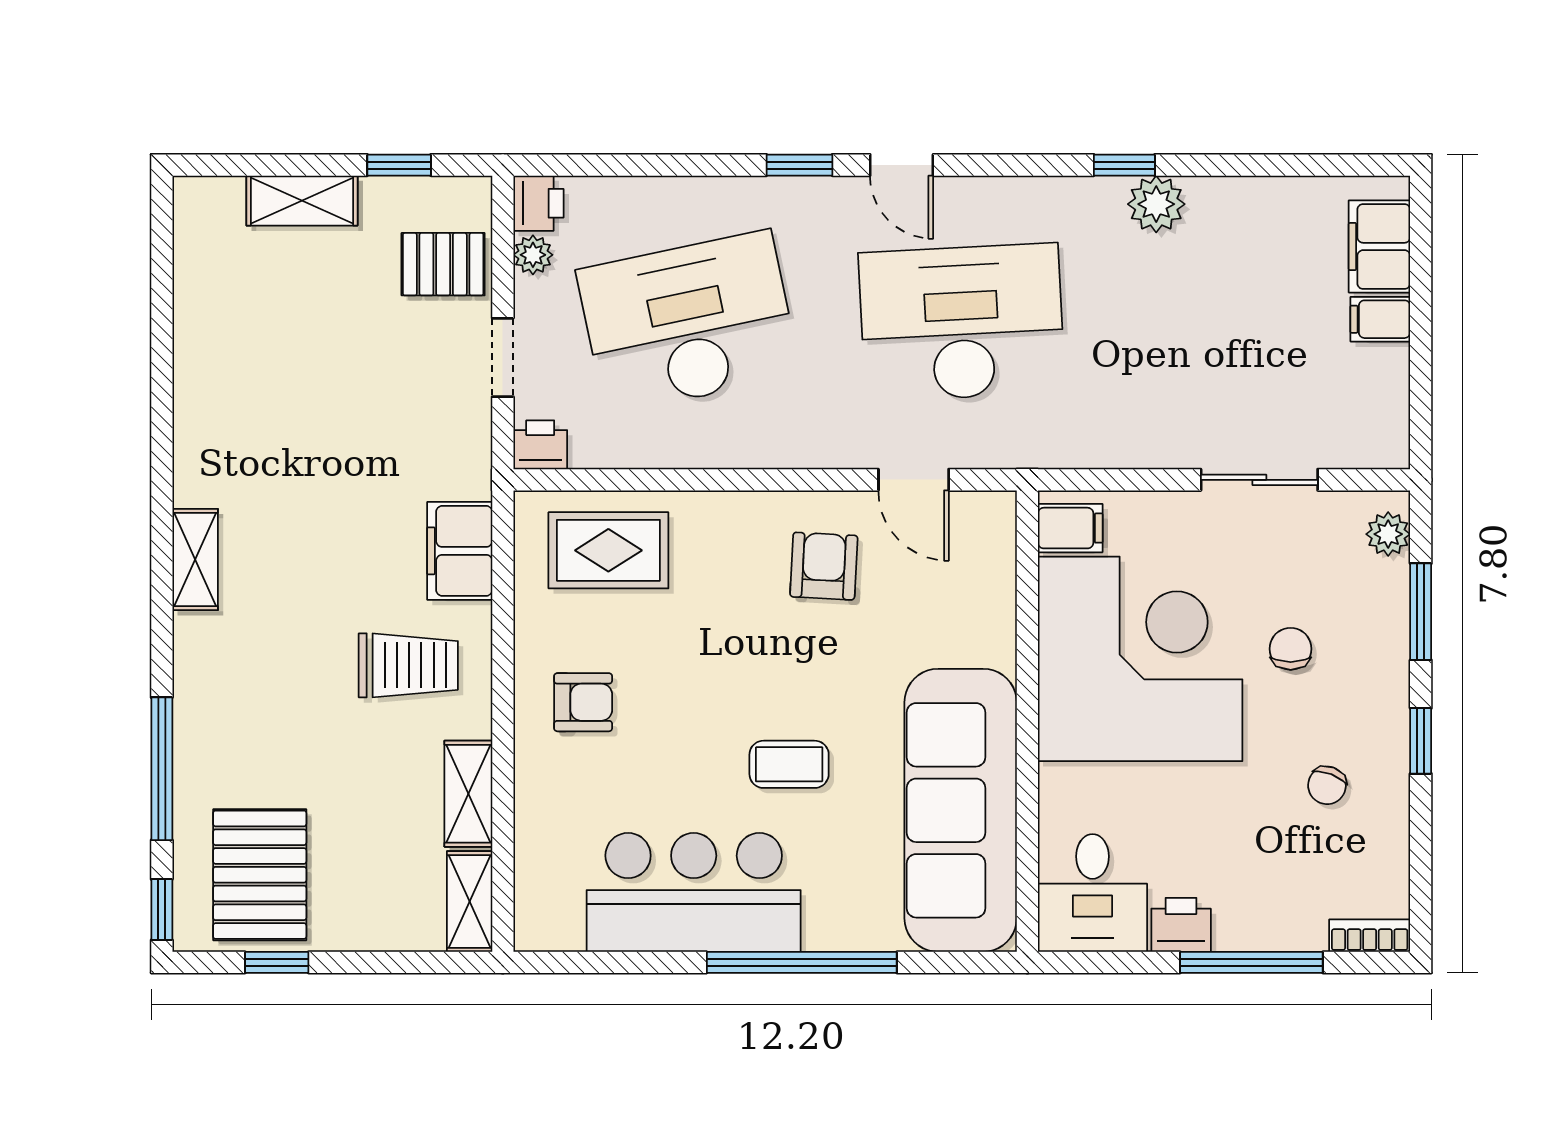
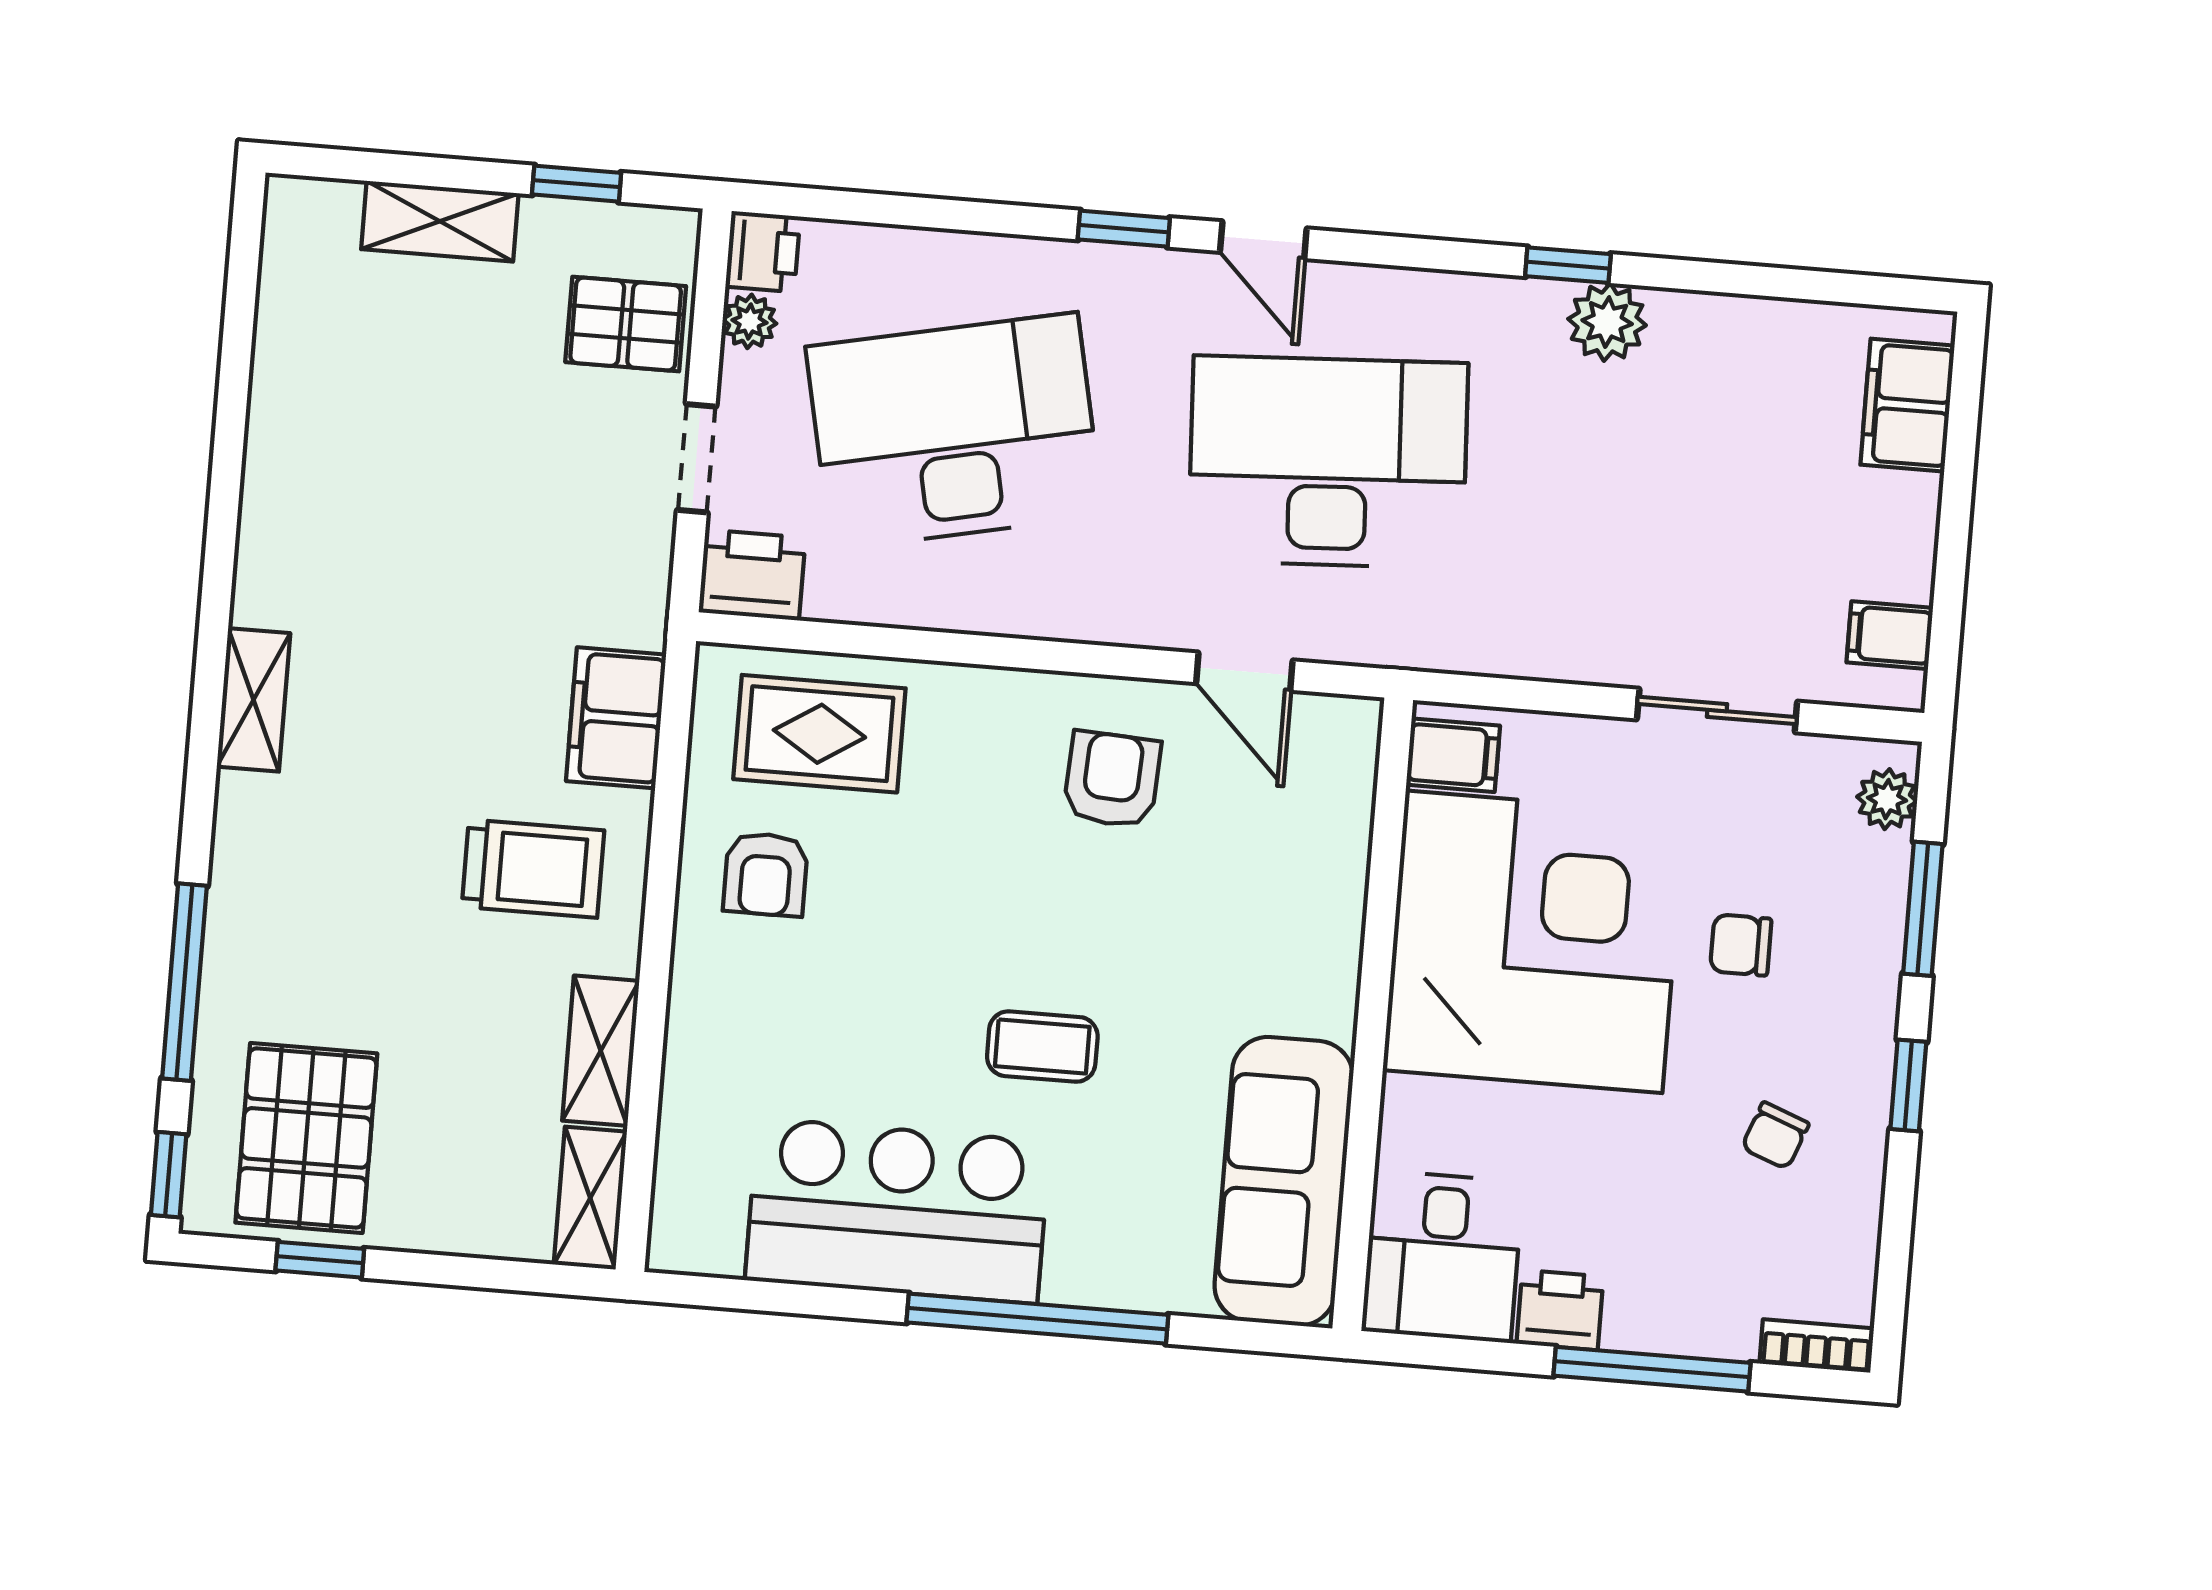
filing cabinet: (1380, 319) -> (1890, 635), moved
printer: (540, 445) -> (752, 575), width x1.36, depth x1.24
chair: (1291, 649) -> (1741, 945), turned -90
armchair: (583, 702) -> (766, 874), moved, turned 90
sofa: (961, 810) -> (1284, 1181), width x0.74, depth x0.79

